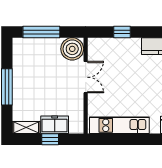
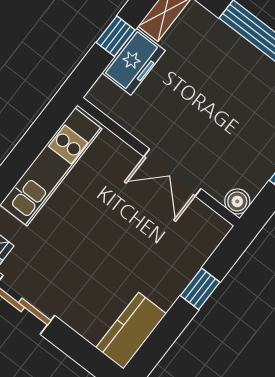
boiler: (72, 49) -> (237, 201), width x0.54, depth x0.54

